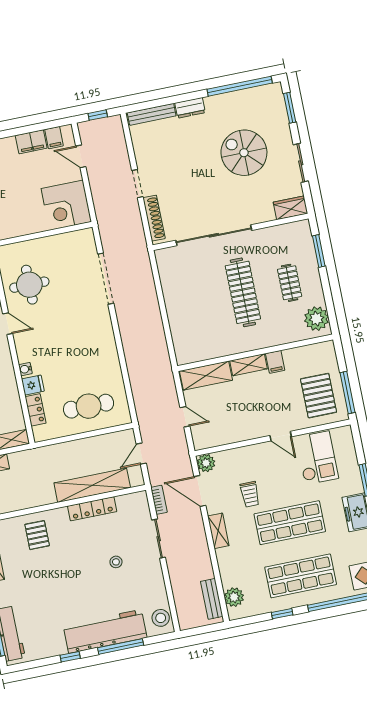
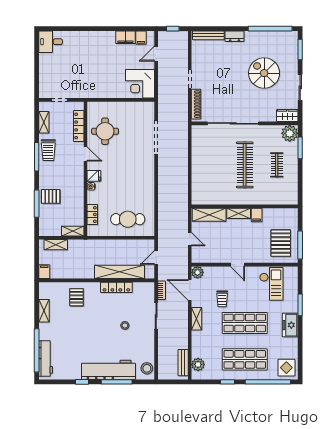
door: (81, 156) -> (156, 54), hinge flipped
plant: (317, 319) -> (290, 133), moved
fridge: (33, 385) -> (94, 176), moved
door: (281, 436) -> (237, 265), moved

